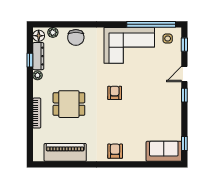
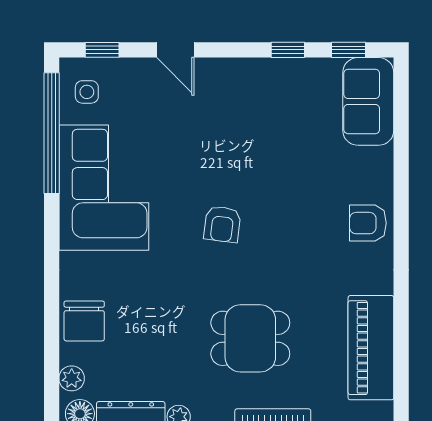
chair: (76, 37) -> (84, 321), turned 90
armchair: (115, 93) -> (222, 224), turned -83
window: (184, 95) -> (288, 50), moved
dining table: (69, 104) -> (250, 338), turned 90

